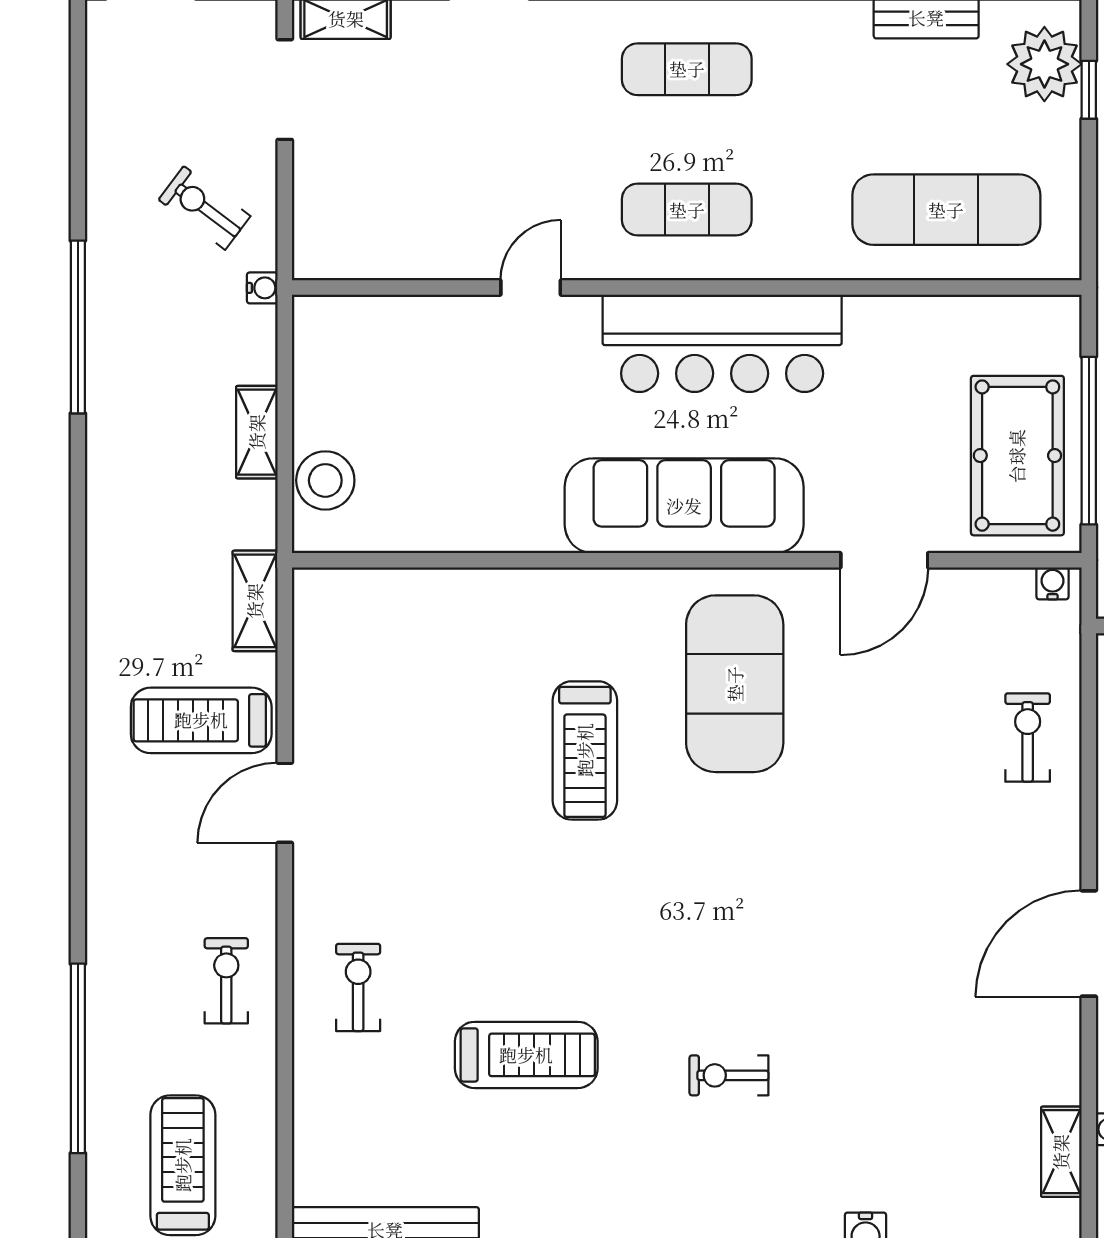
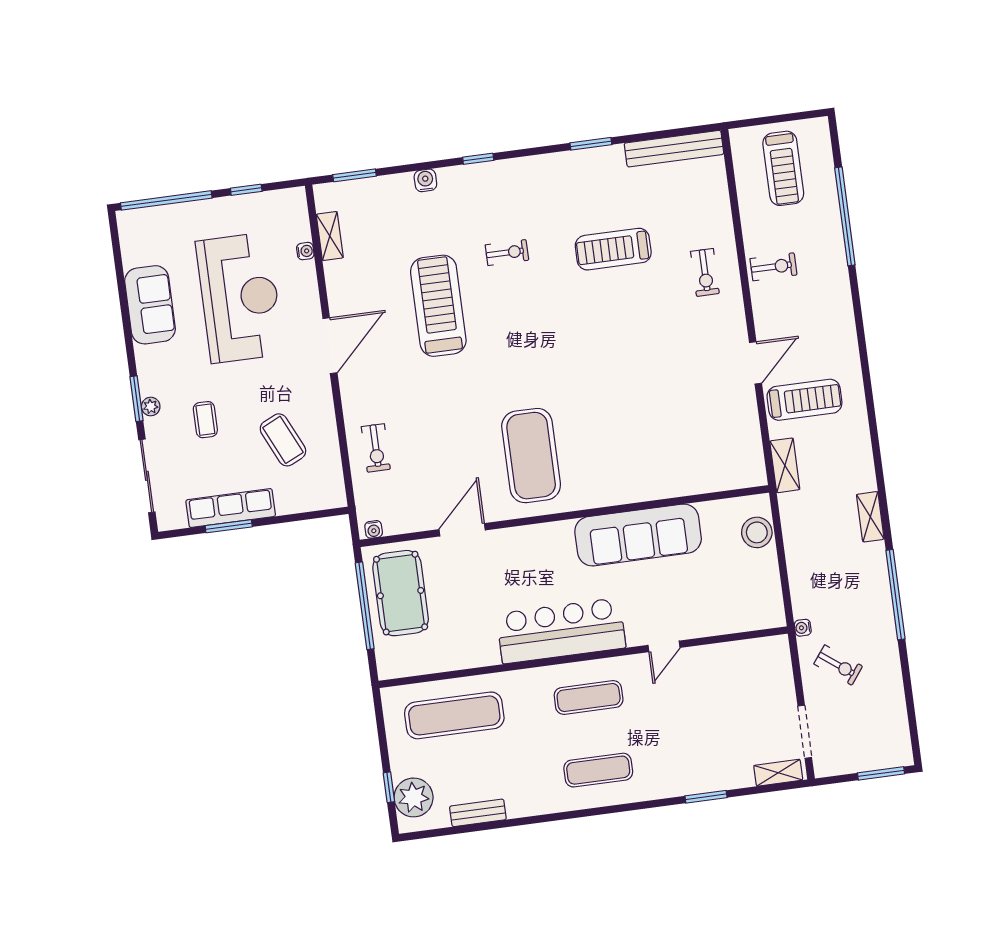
shelving: (257, 432) -> (870, 517), moved
sofa: (684, 506) -> (638, 535), moved
treadmill: (585, 750) -> (438, 306), moved, width x1.37, depth x1.38
exercise bike: (226, 981) -> (774, 267), turned -90

